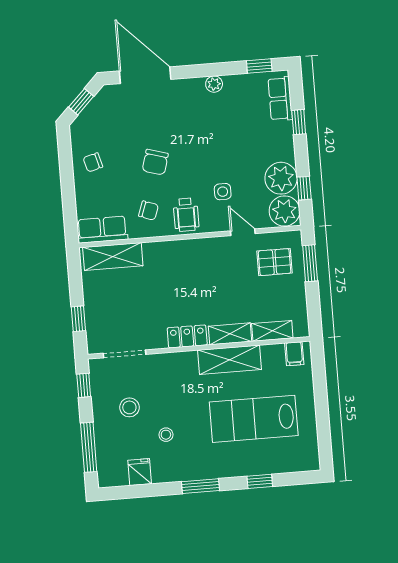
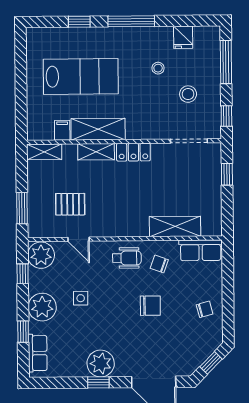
window: (259, 66) -> (98, 382), moved
plant: (214, 84) -> (101, 363), width x1.88, depth x1.88
chair: (155, 162) -> (150, 306), turned 74
plant: (281, 178) -> (42, 307), moved
side table: (223, 192) -> (81, 298), moved
wheelchair: (186, 215) -> (127, 258), turned 90
shelving: (113, 257) -> (175, 226), moved
pallet: (275, 262) -> (70, 204), moved
shelving: (272, 331) -> (44, 152), moved
filing cabinet: (294, 354) -> (62, 130), moved
window: (200, 486) -> (131, 21), width x1.44

